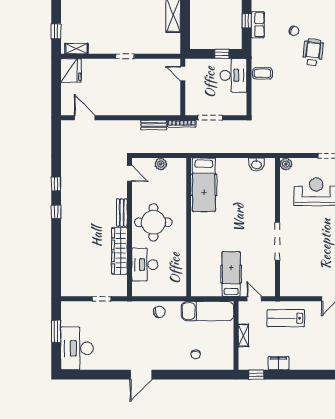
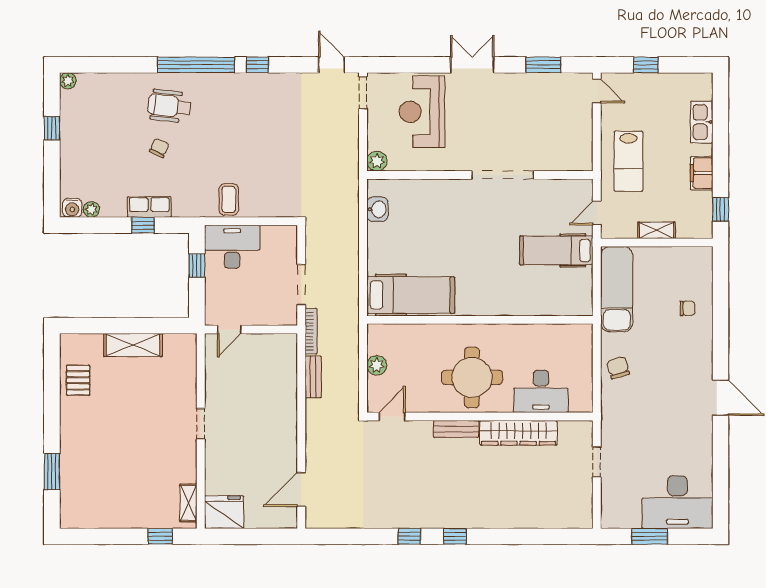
wheelchair: (313, 52) -> (169, 106), moved
kitchen sink: (310, 363) -> (702, 122), added

